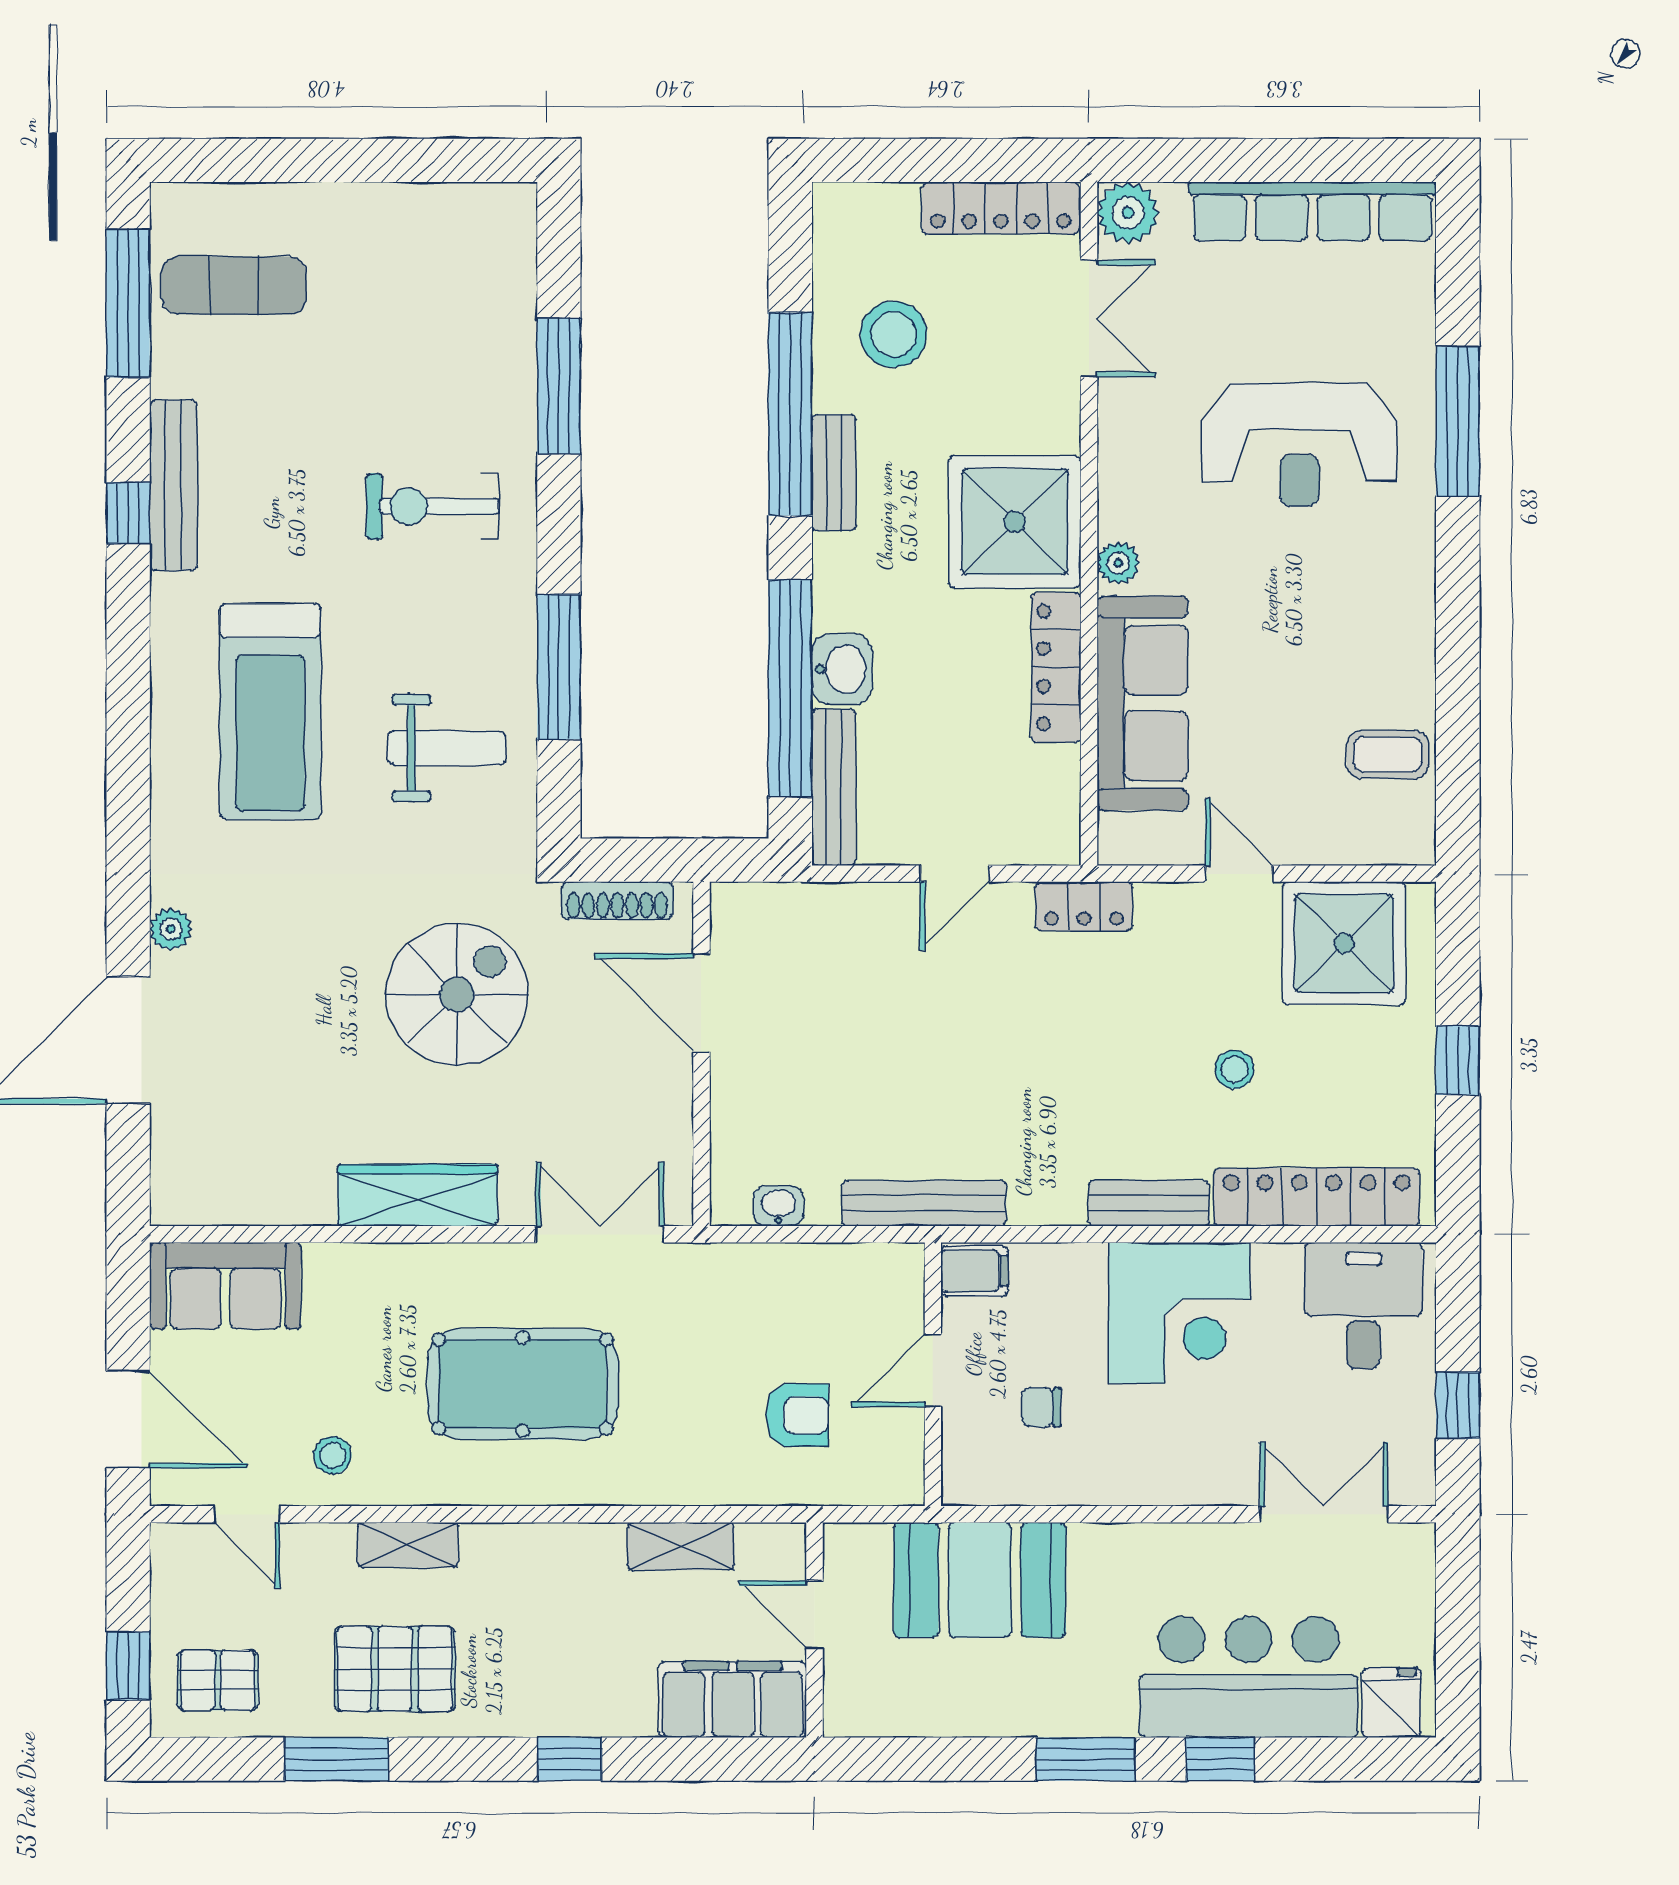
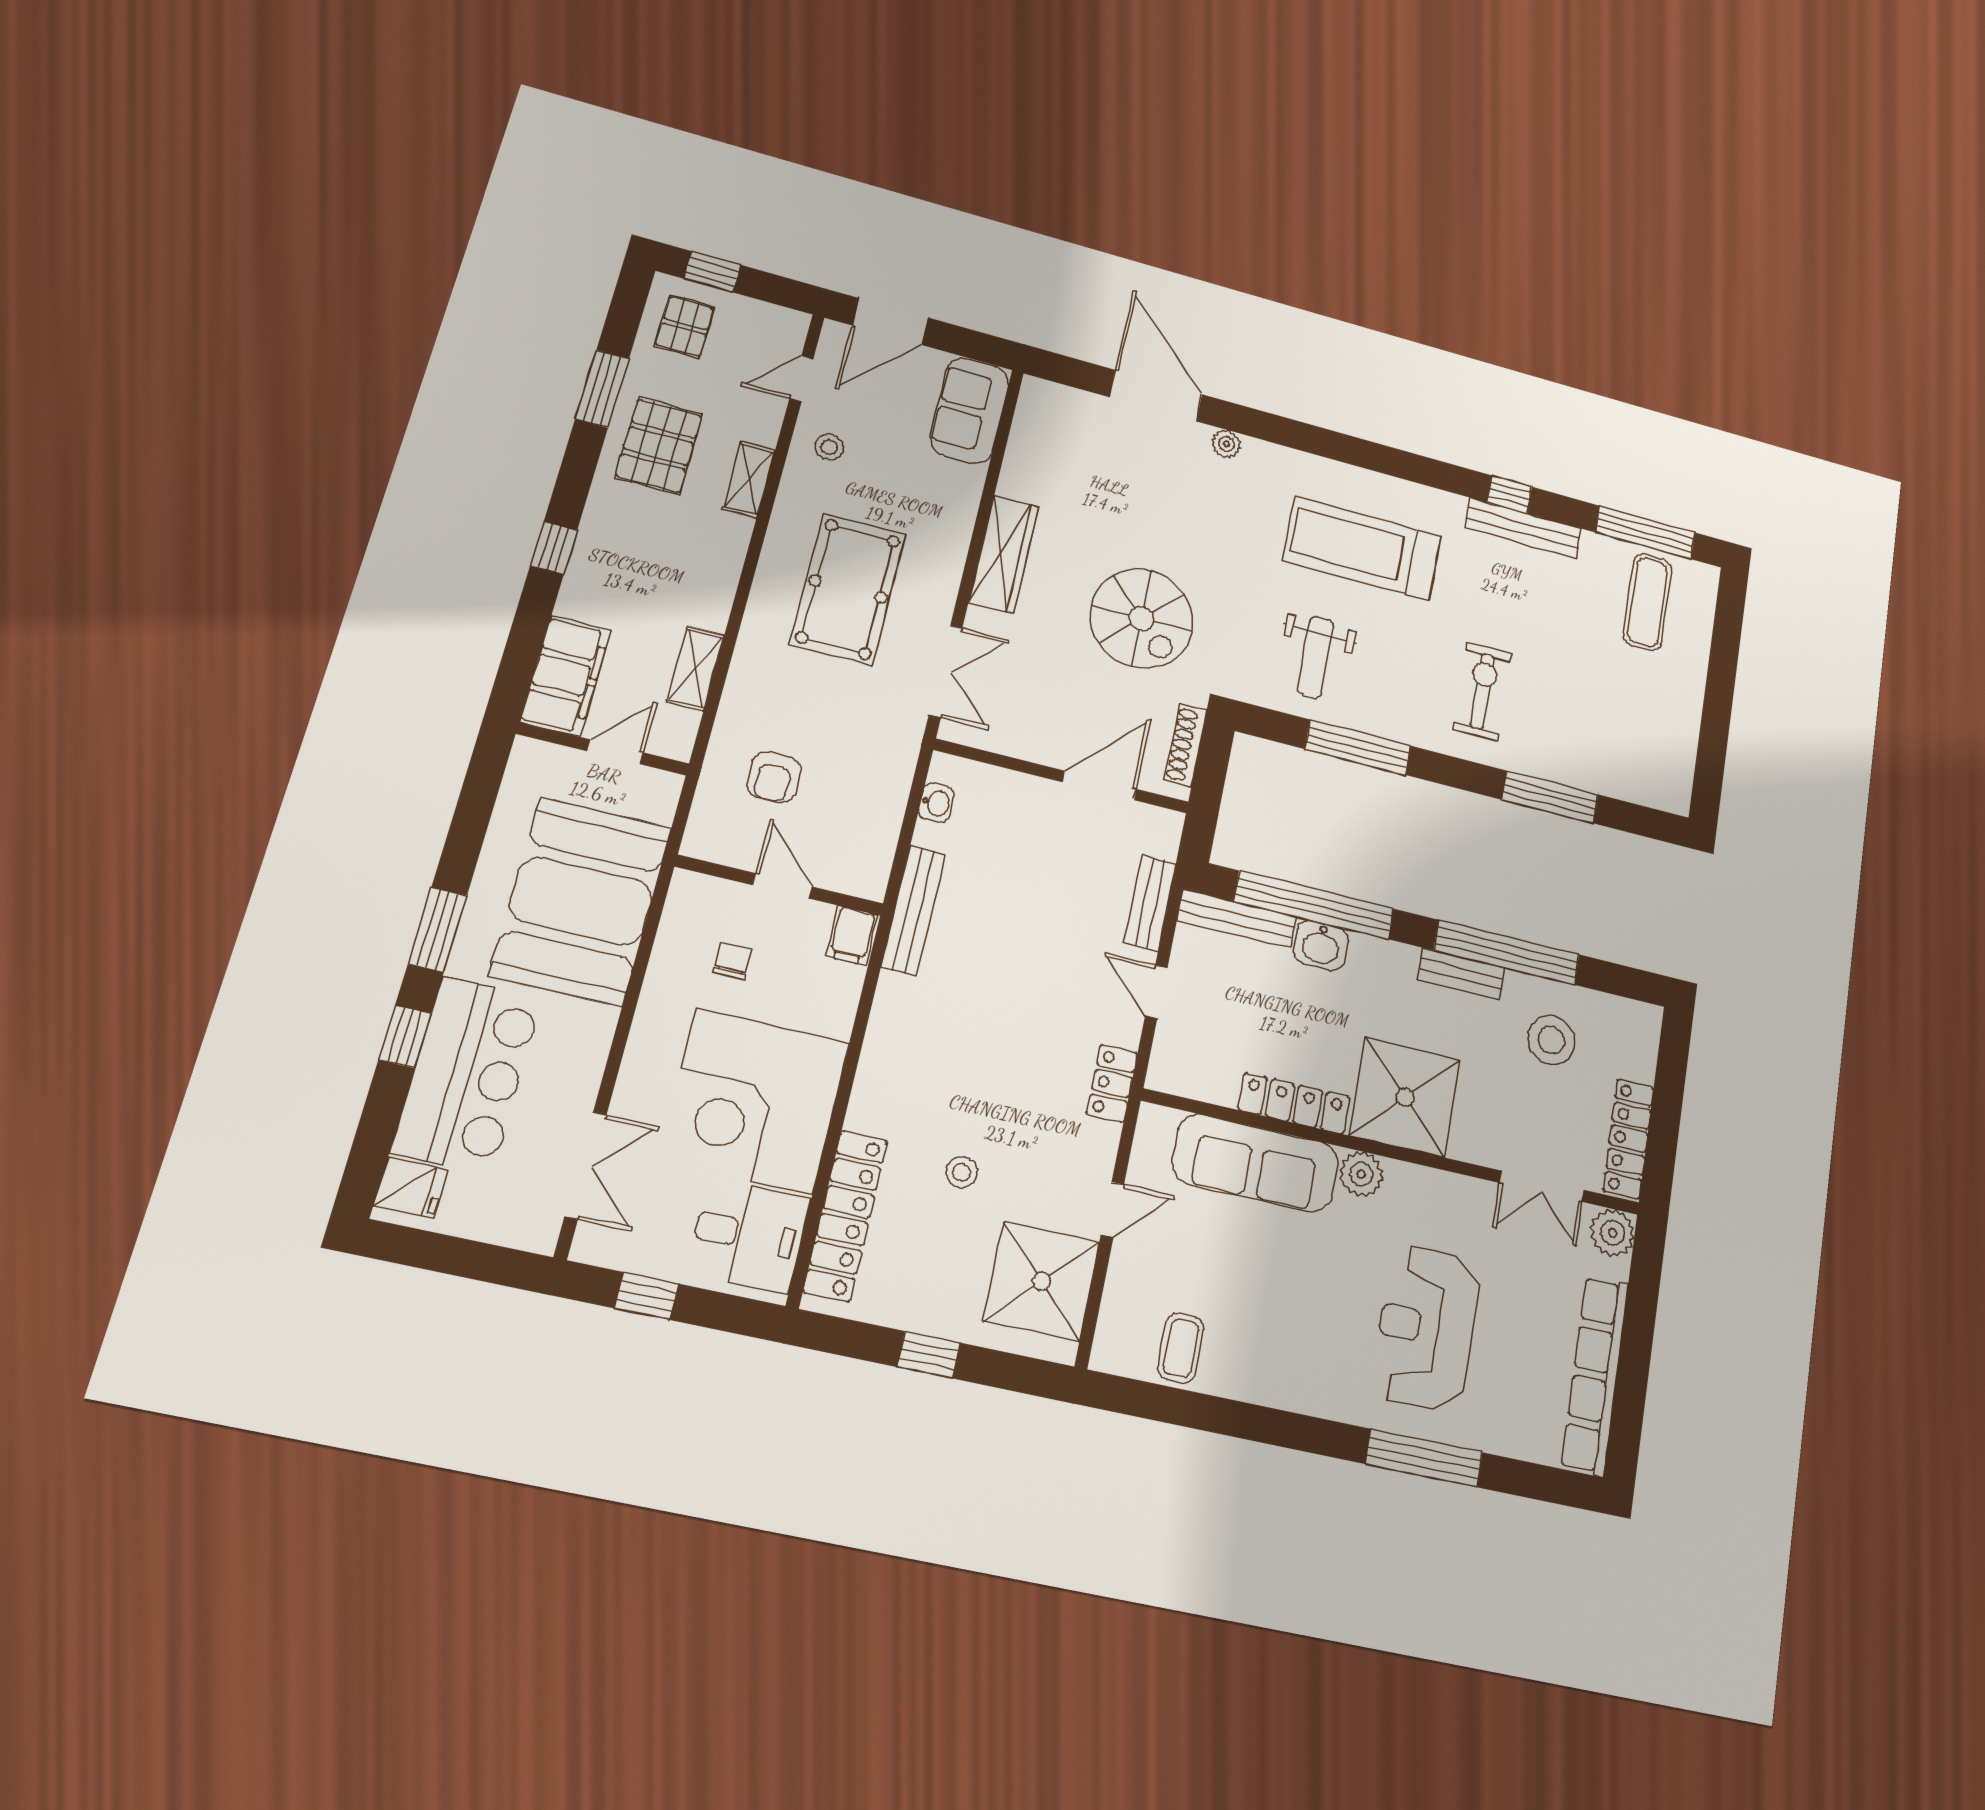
plant: (1118, 563) -> (1361, 1174), width x1.38, depth x1.38
bench: (1149, 1203) -> (1150, 903), moved
corner desk: (1179, 1313) -> (754, 1101), width x1.36, depth x1.36
booth: (980, 1580) -> (581, 901), width x1.36, depth x1.42

